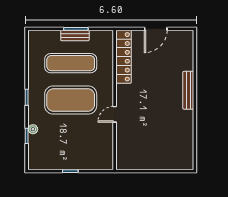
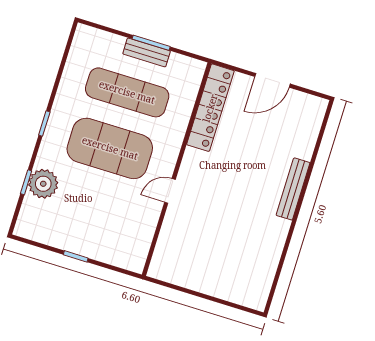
plant: (33, 129) -> (43, 184), width x1.88, depth x1.88

